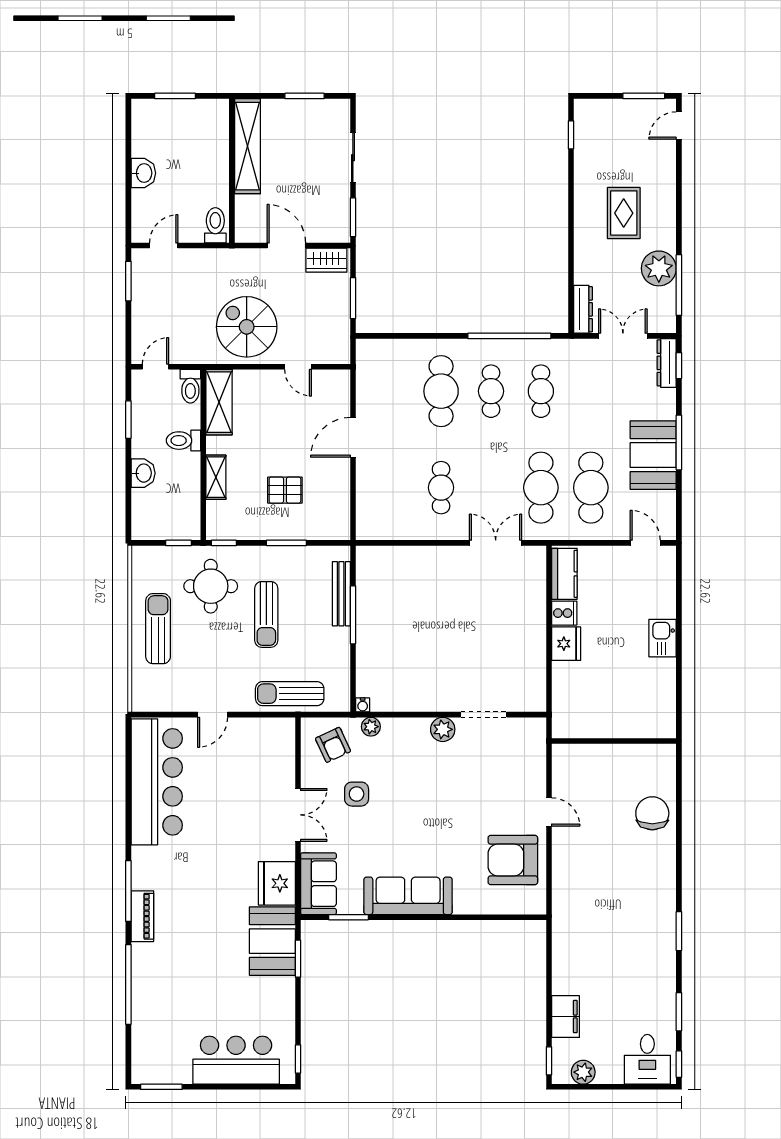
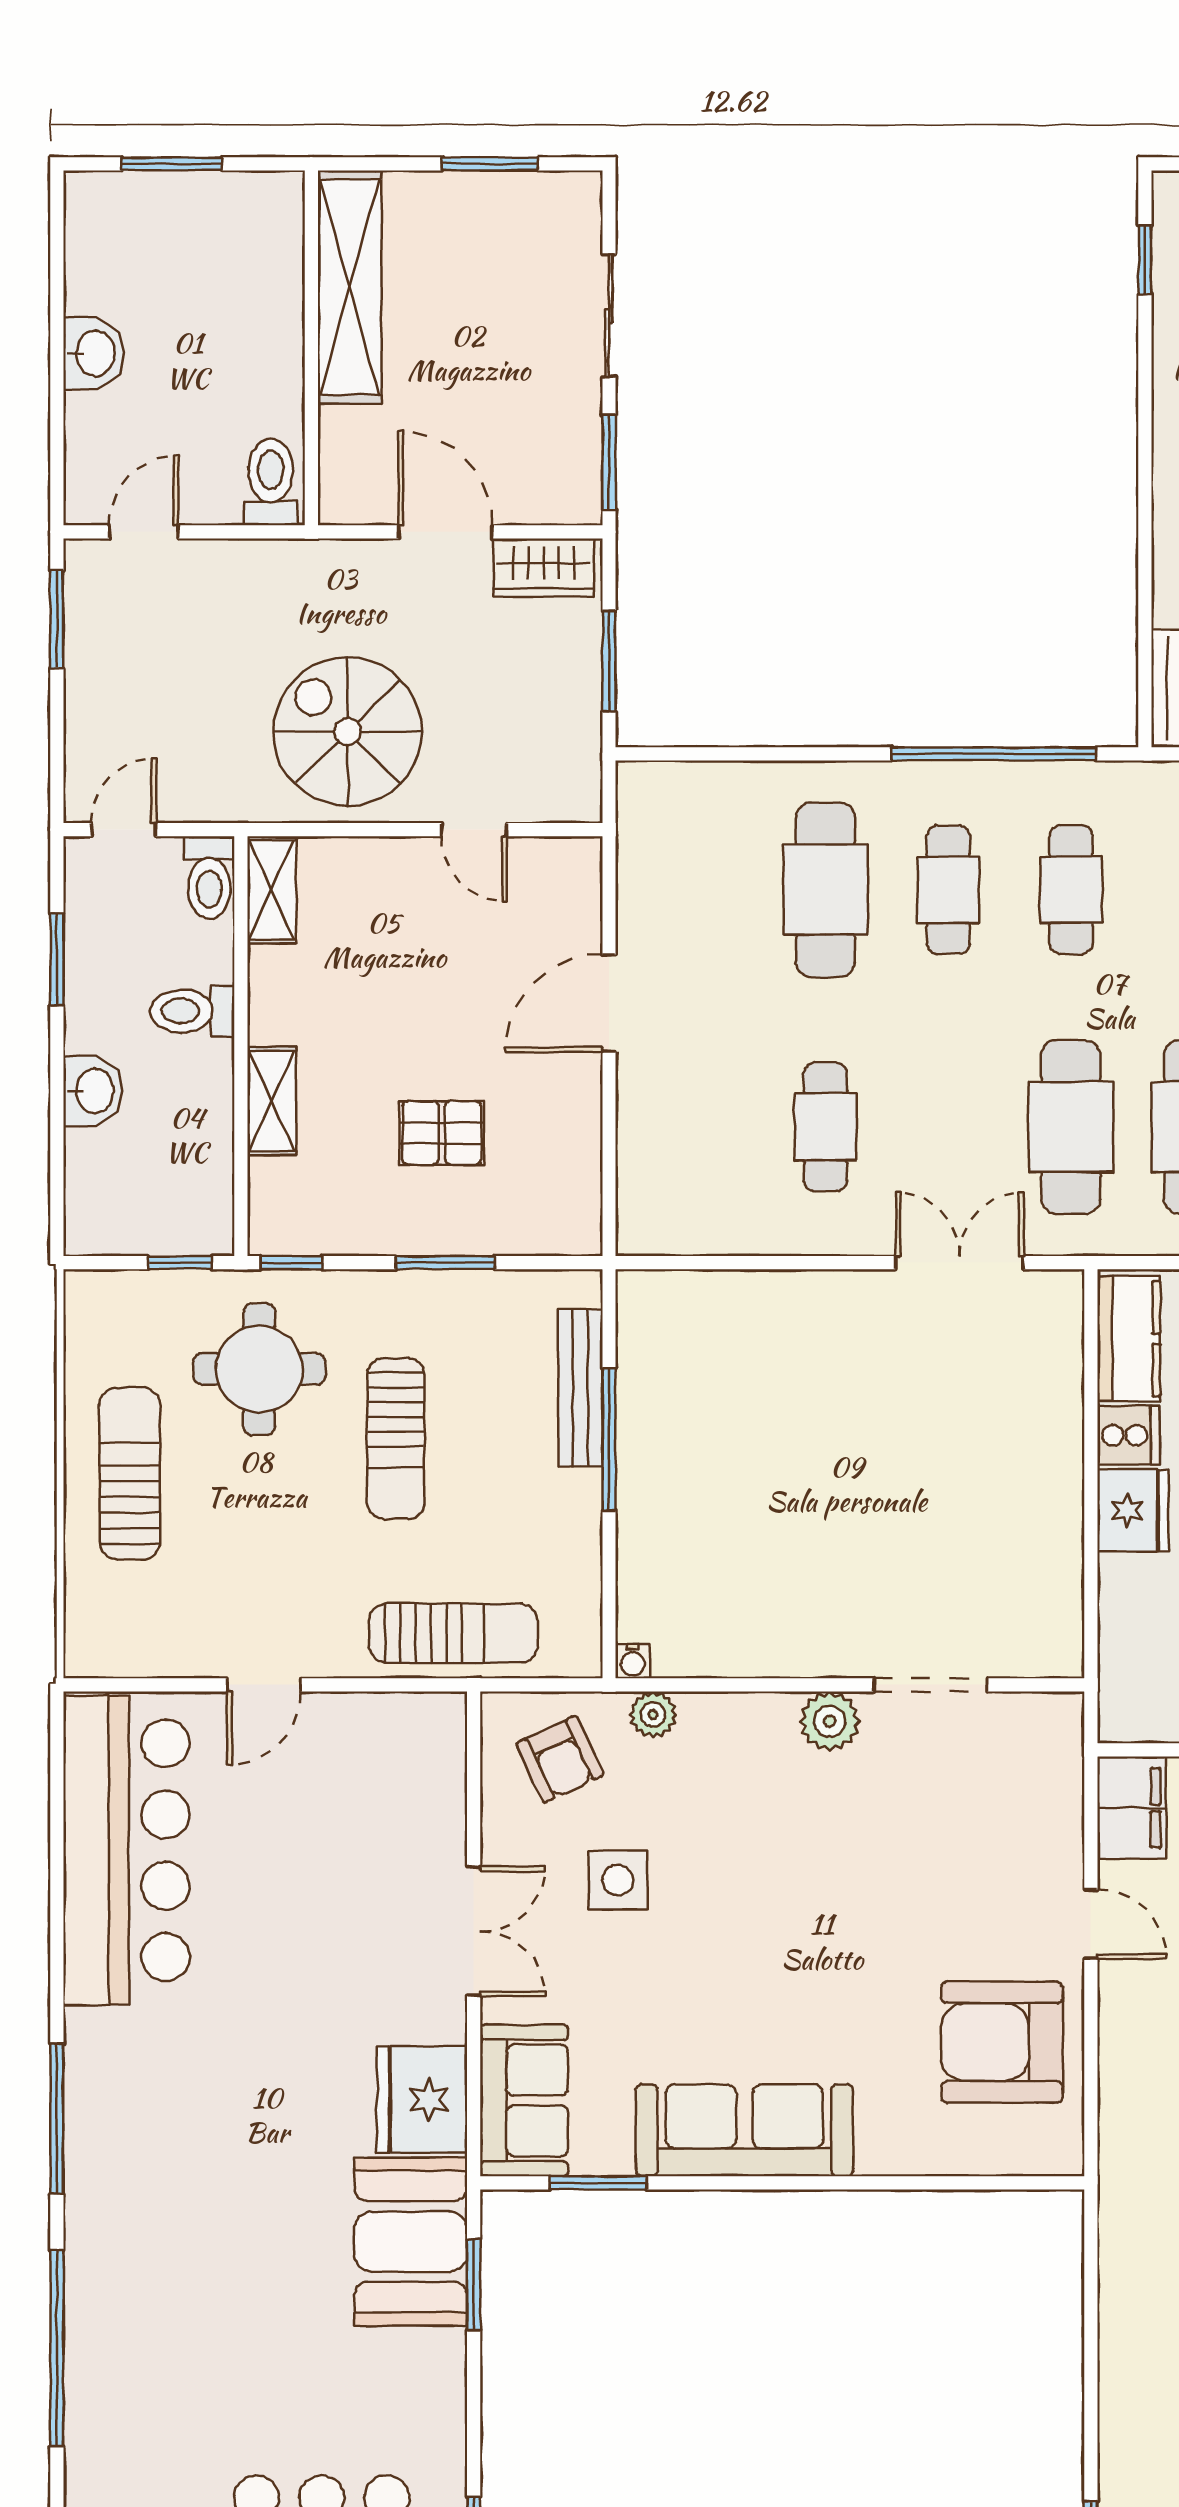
shelving: (219, 402) -> (272, 890), width x0.67, depth x0.75
sun lounger: (290, 694) -> (453, 1633), turned 180
piano: (142, 916) -> (91, 2180), removed
filing cabinet: (566, 1017) -> (1132, 1808), moved

